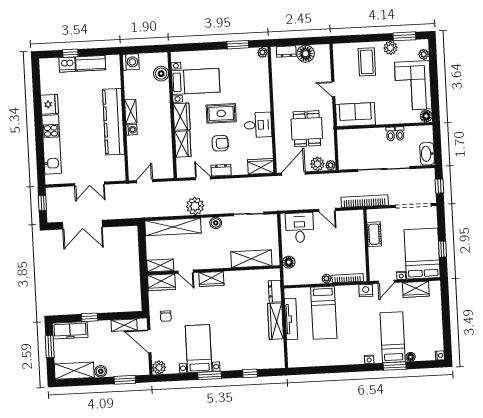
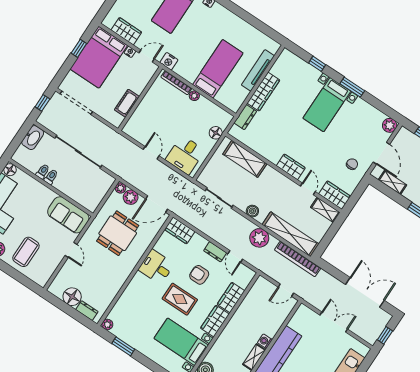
bookcase: (365, 201) -> (298, 259), moved
tv unit: (291, 319) -> (258, 70), moved
bed with nightstands: (199, 349) -> (327, 105), moved

